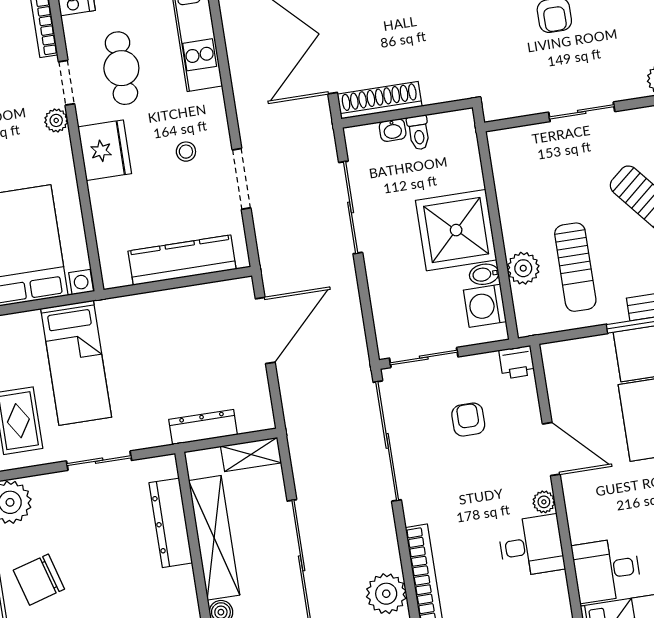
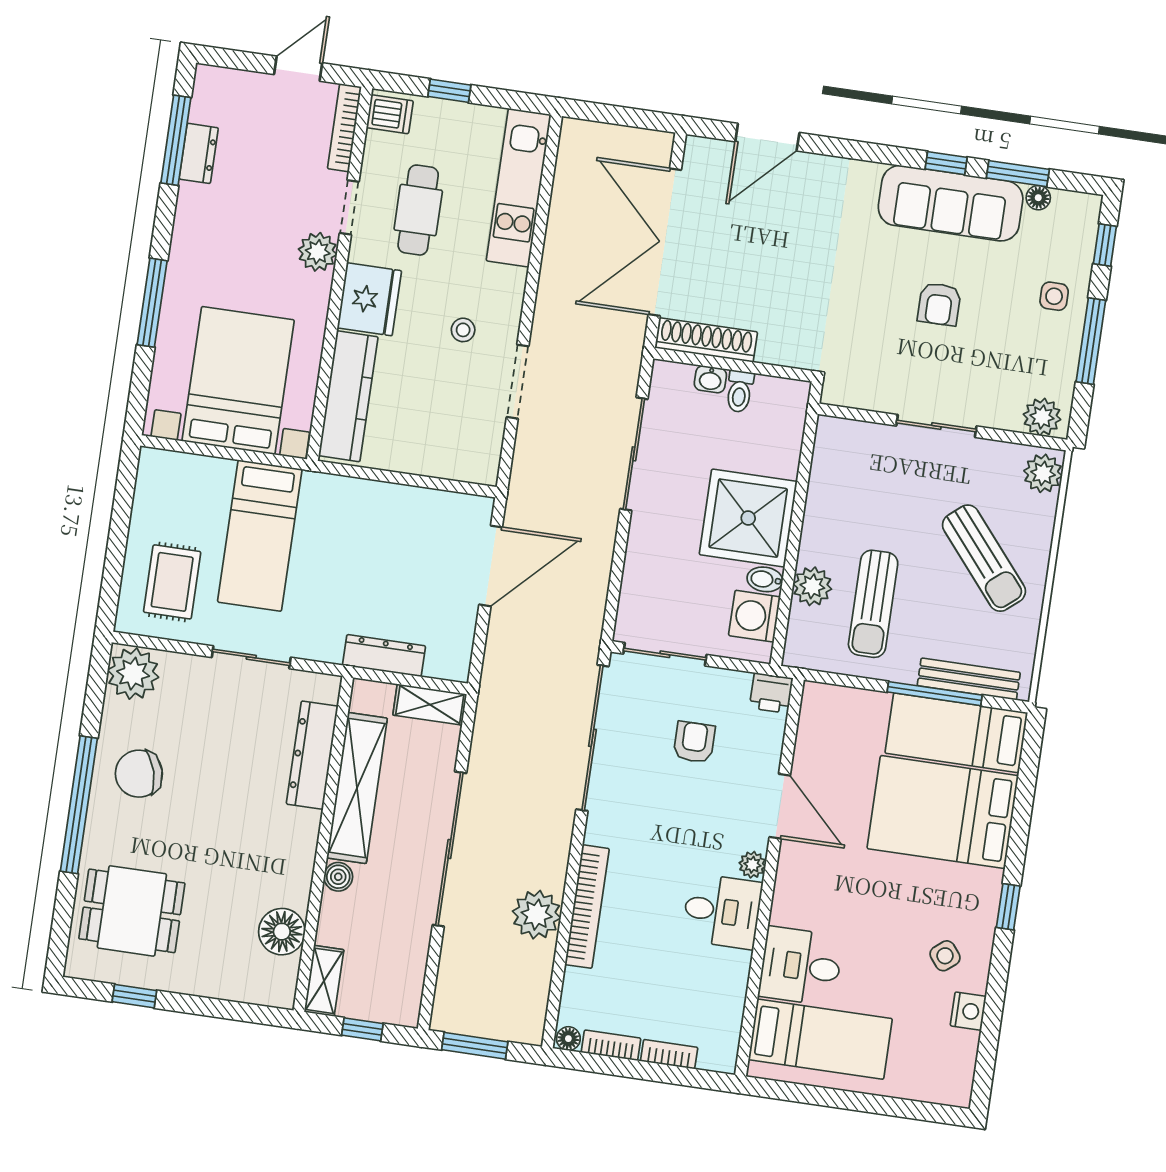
plant: (56, 120) -> (318, 252), width x1.38, depth x1.38
kitchen counter: (182, 260) -> (348, 396), moved, turned 90

